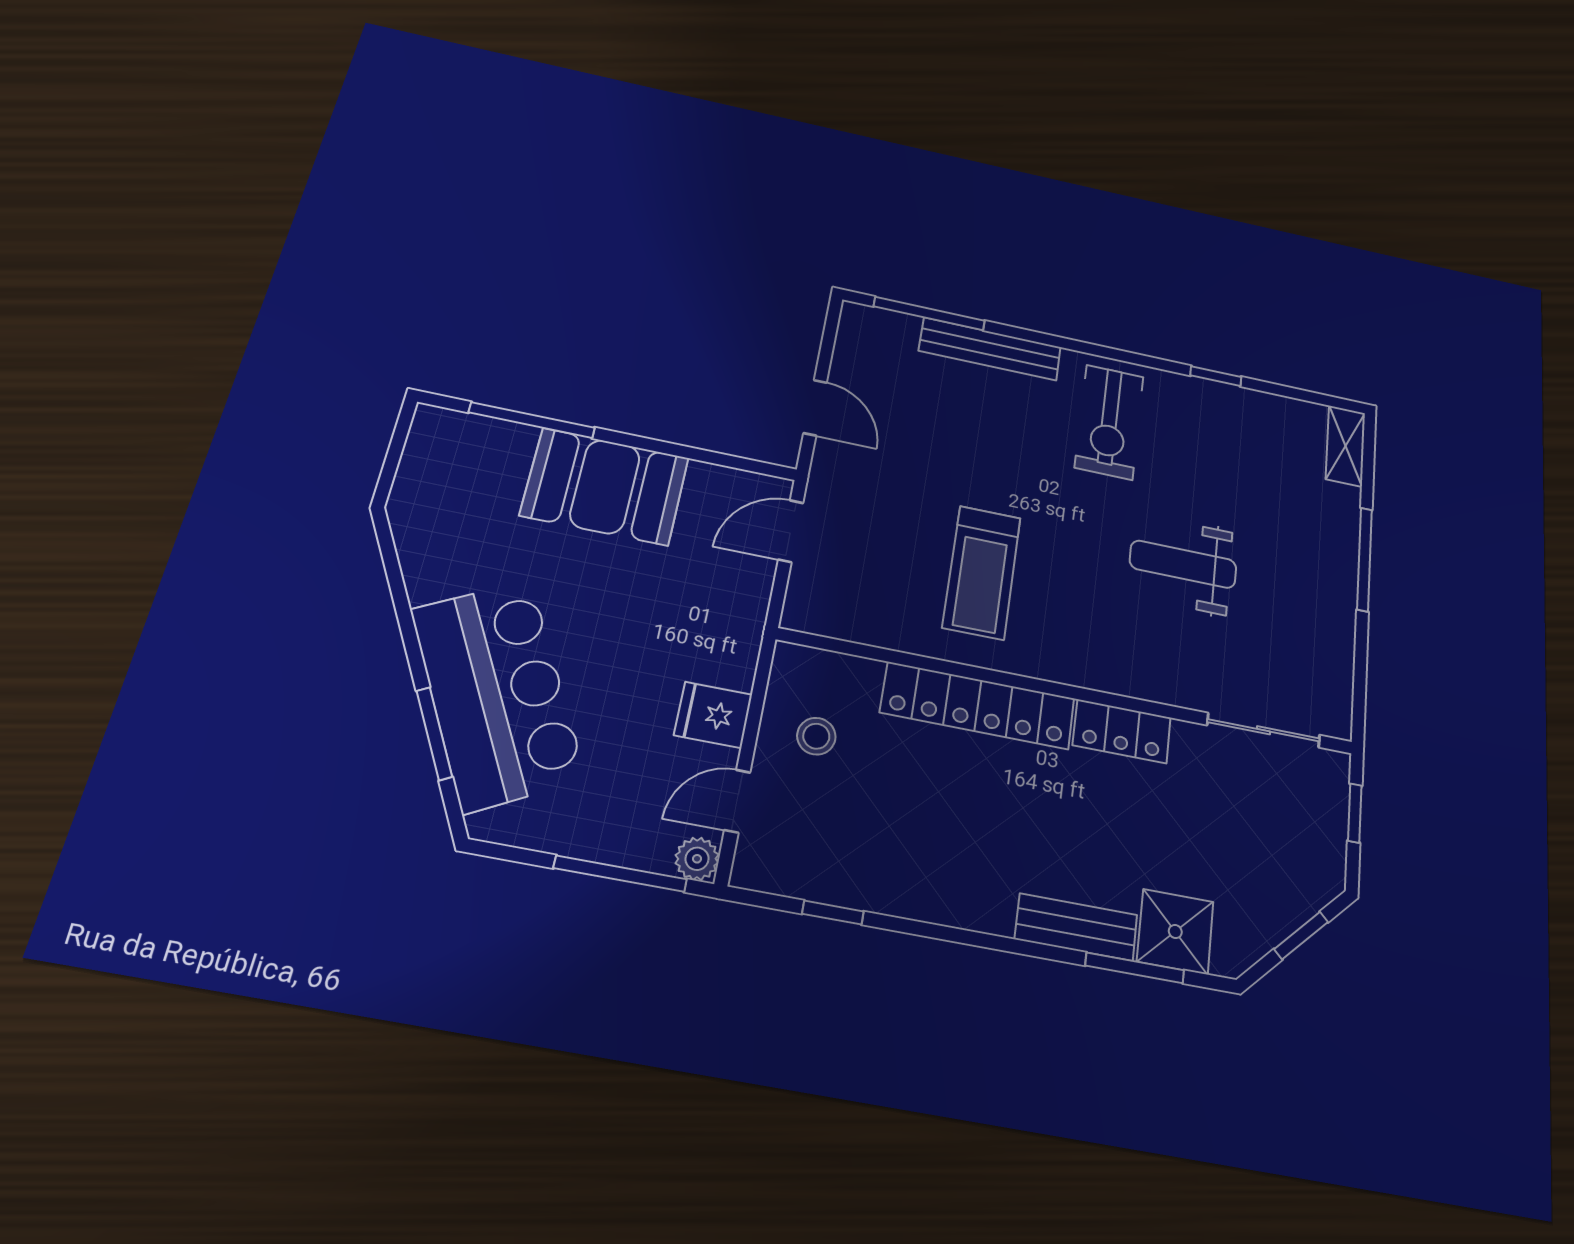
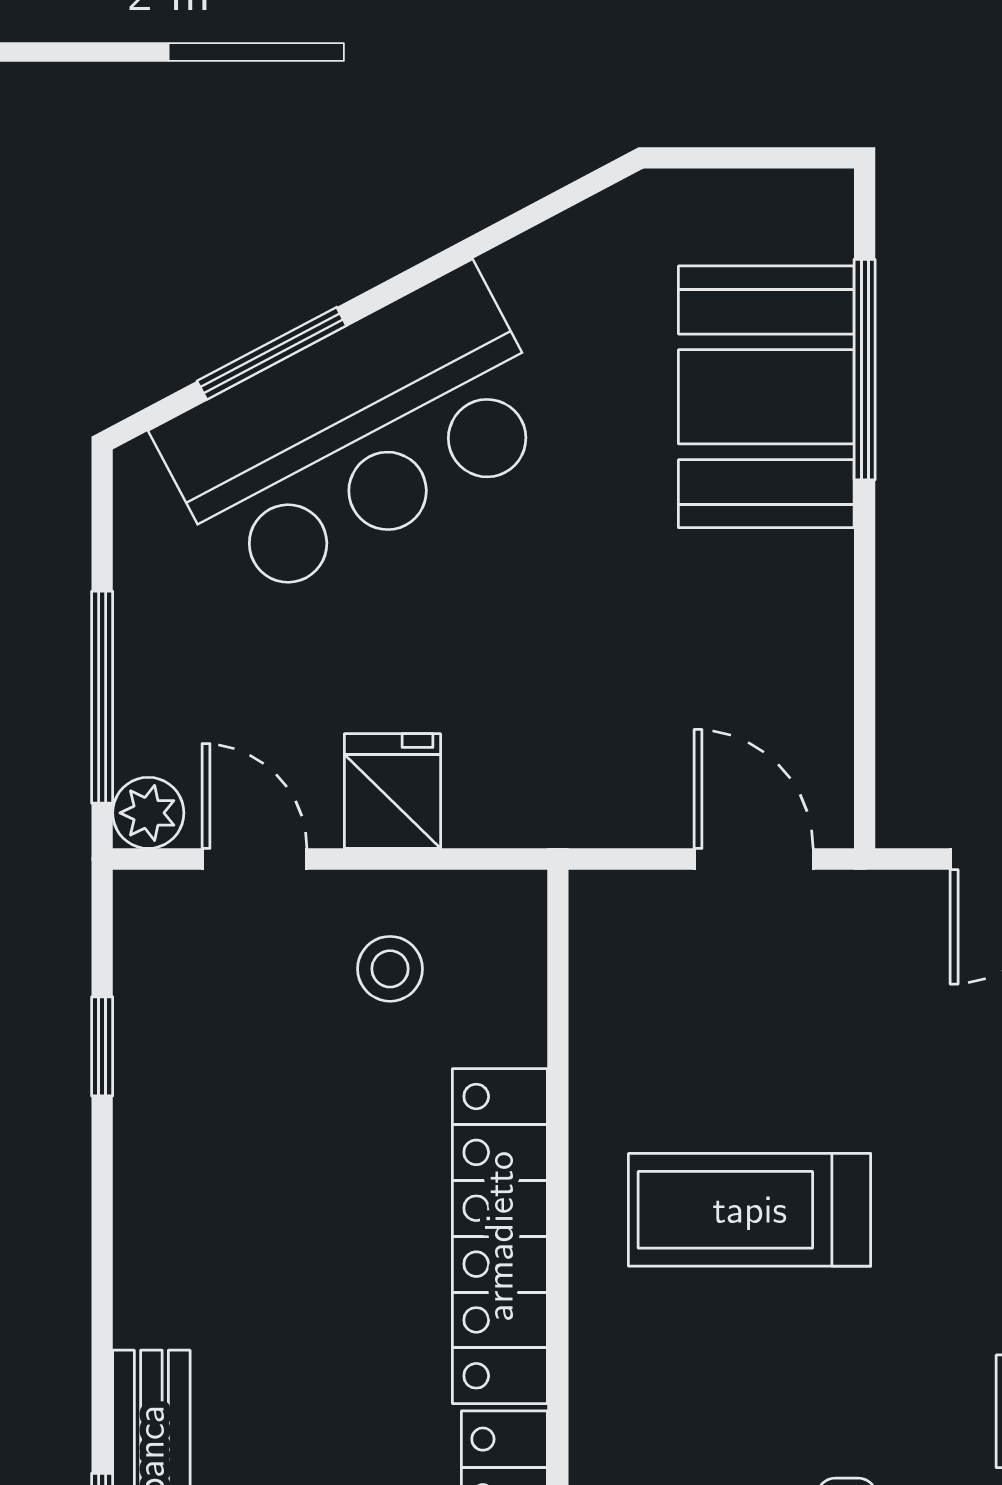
booth: (605, 486) -> (766, 397), moved

